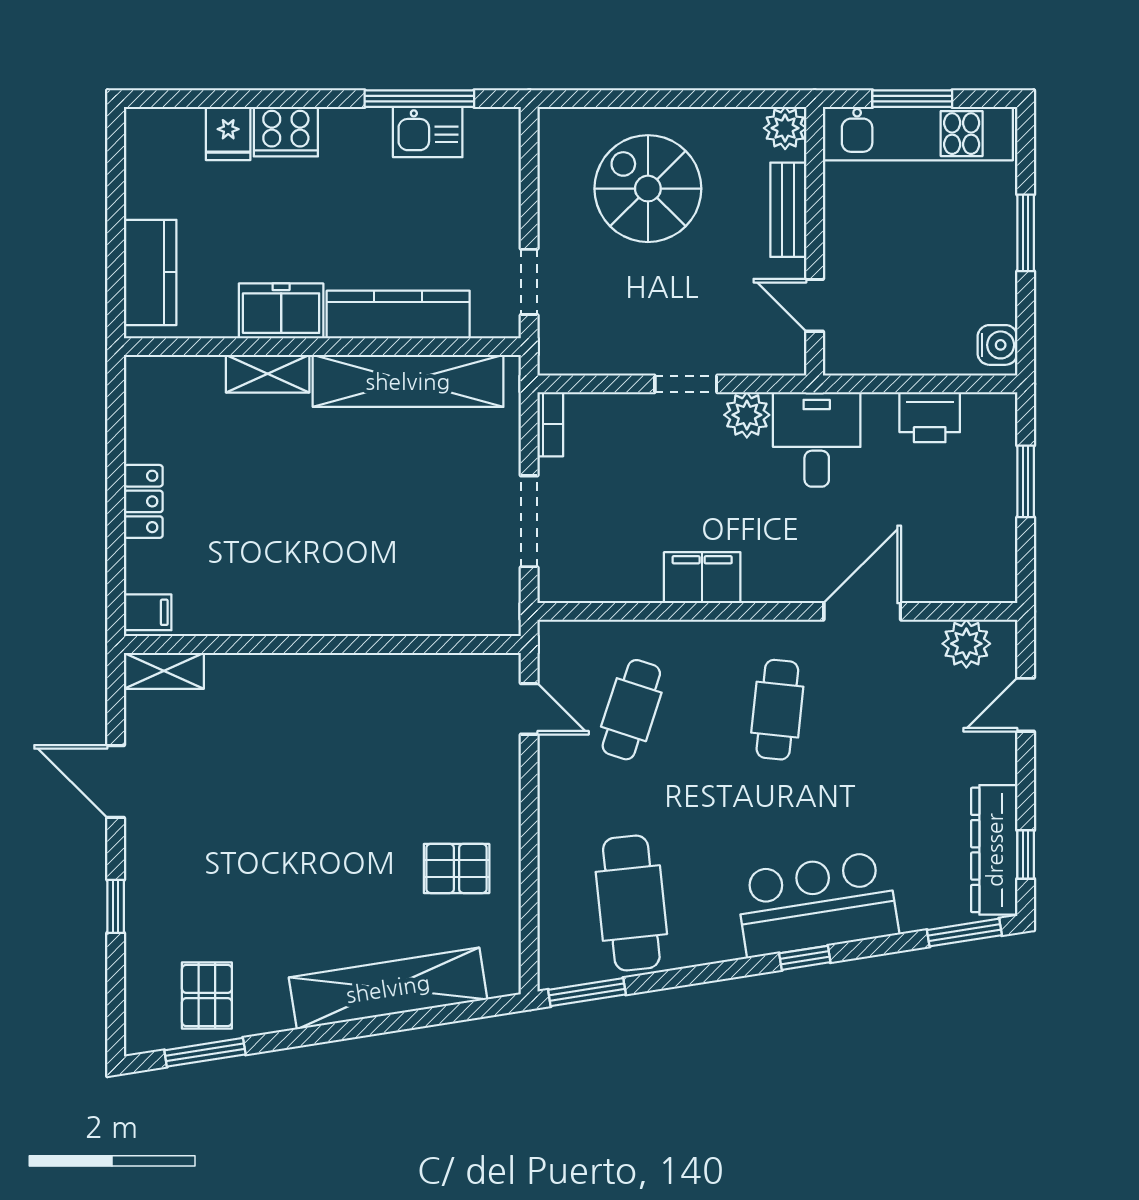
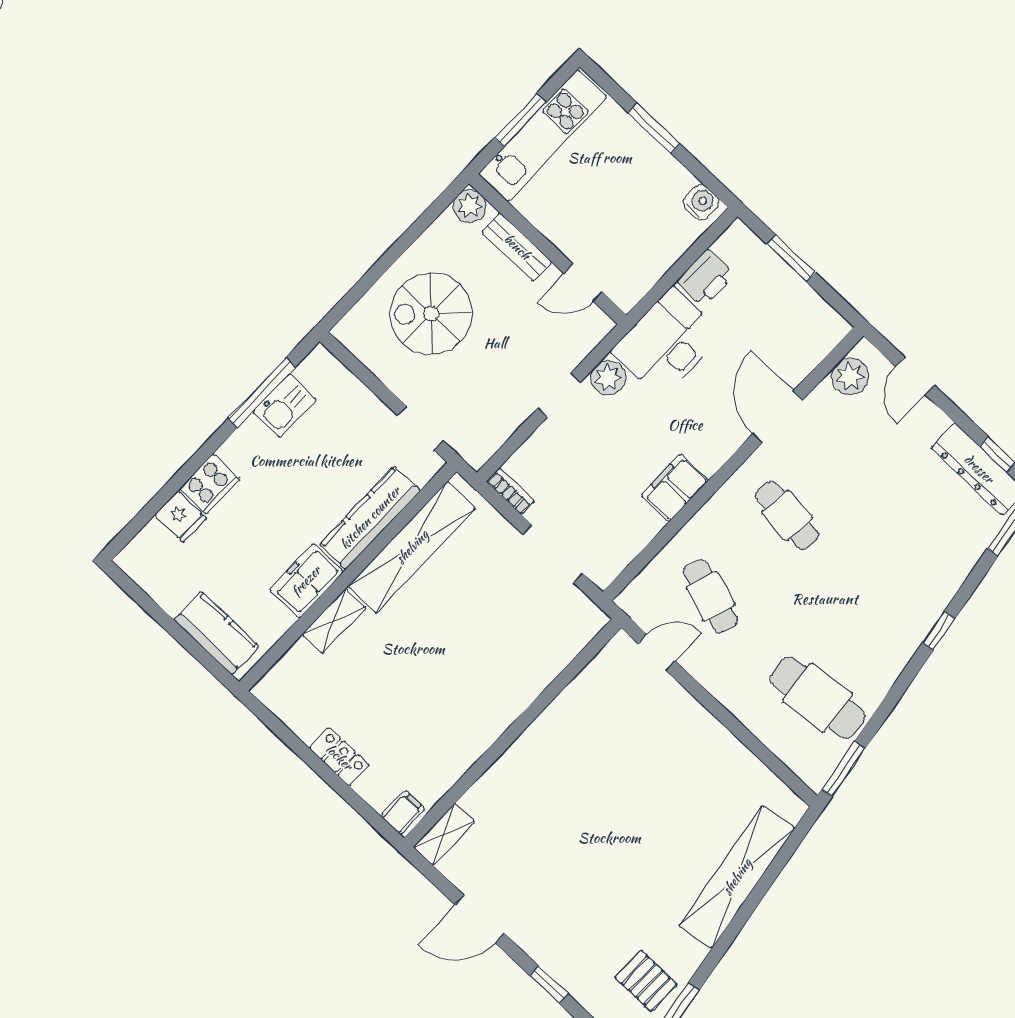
desk: (817, 439) -> (667, 343), width x1.37
pallet: (457, 868) -> (707, 776), removed
bar counter: (817, 904) -> (915, 596), removed

